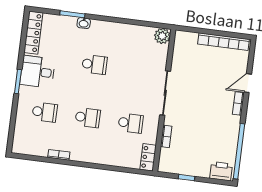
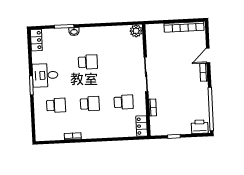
locker: (33, 33) -> (36, 40), width x0.66

